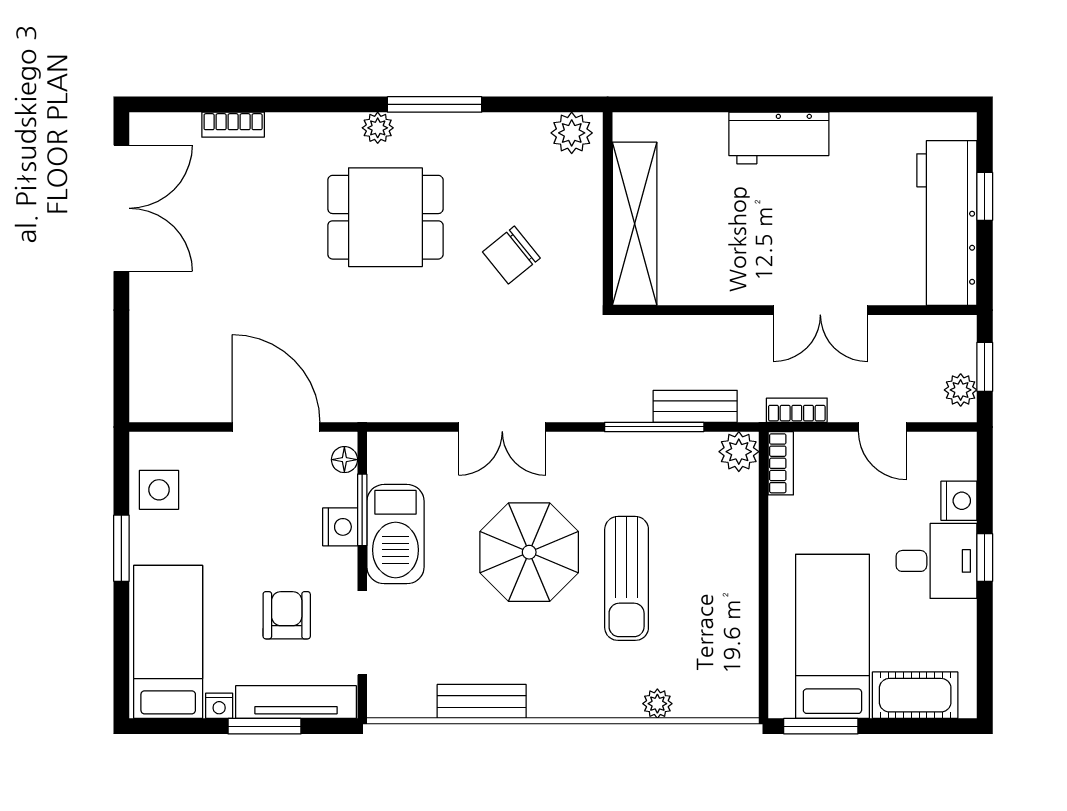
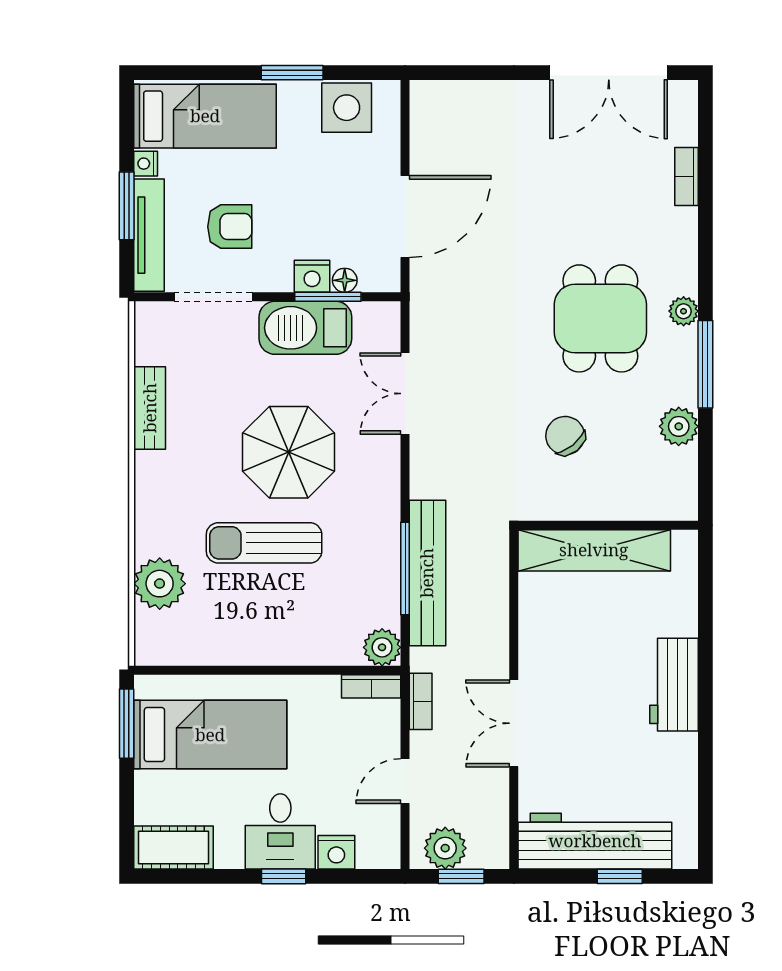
plant: (572, 133) -> (679, 426), moved
plant: (961, 390) -> (445, 848), width x1.38, depth x1.38
bench: (695, 406) -> (427, 573), width x1.86, depth x1.21
double door: (502, 427) -> (405, 394), moved
floor lamp: (344, 460) -> (345, 280), moved
side table: (159, 490) -> (347, 108), width x1.37, depth x1.37
cot: (915, 695) -> (173, 847), moved, turned 90
plant: (657, 704) -> (160, 584), width x1.88, depth x1.88

